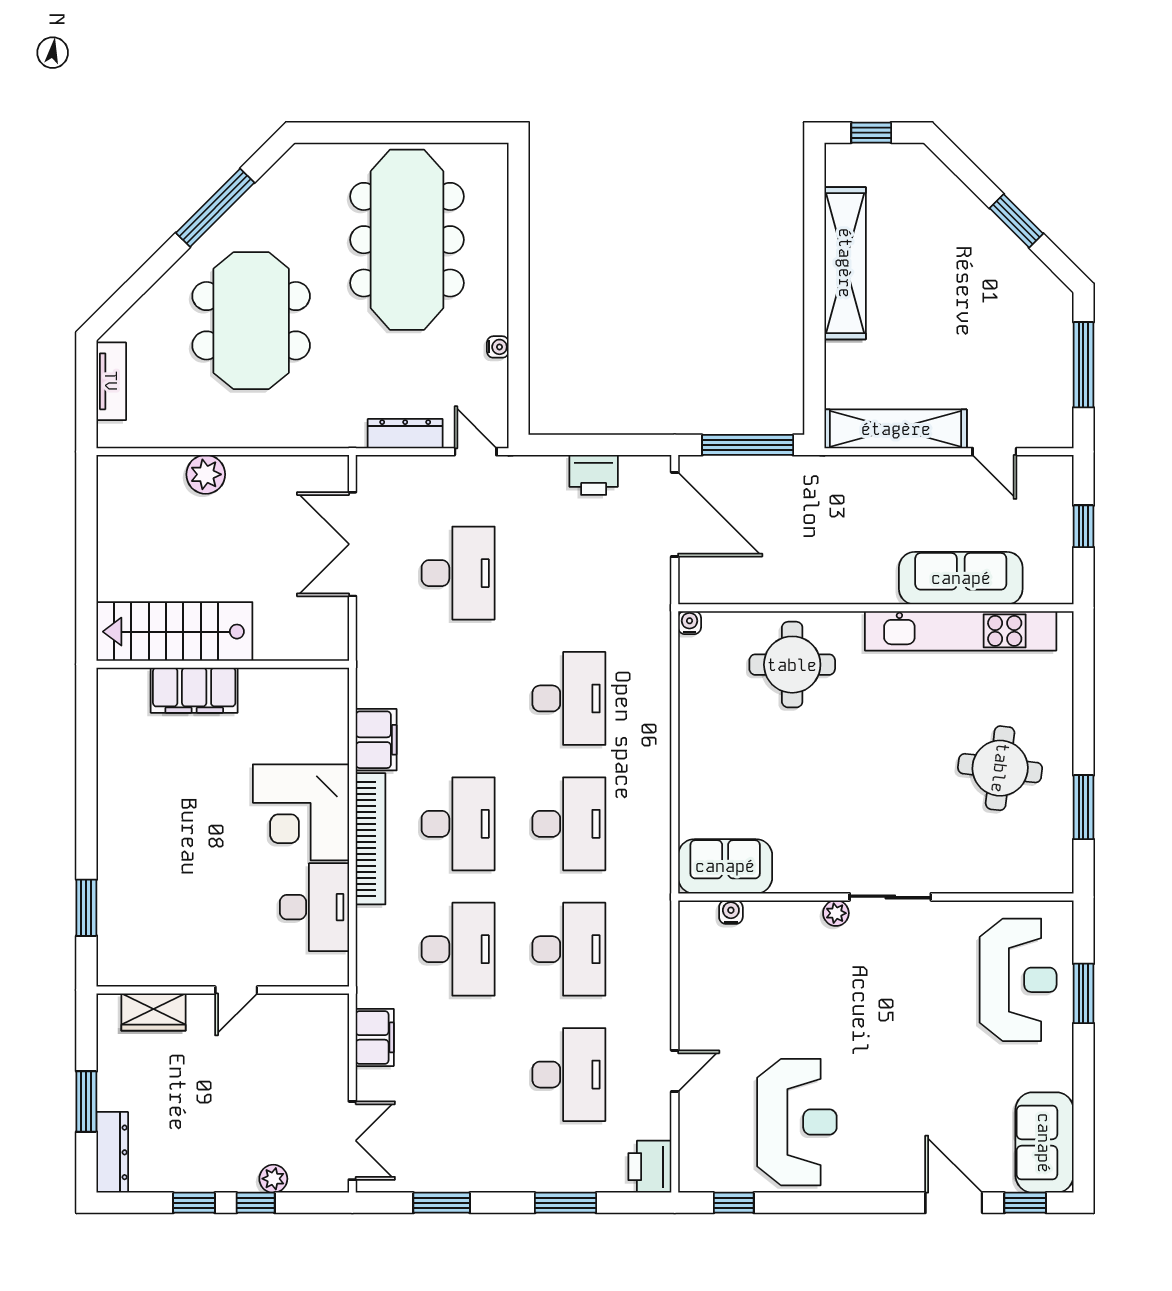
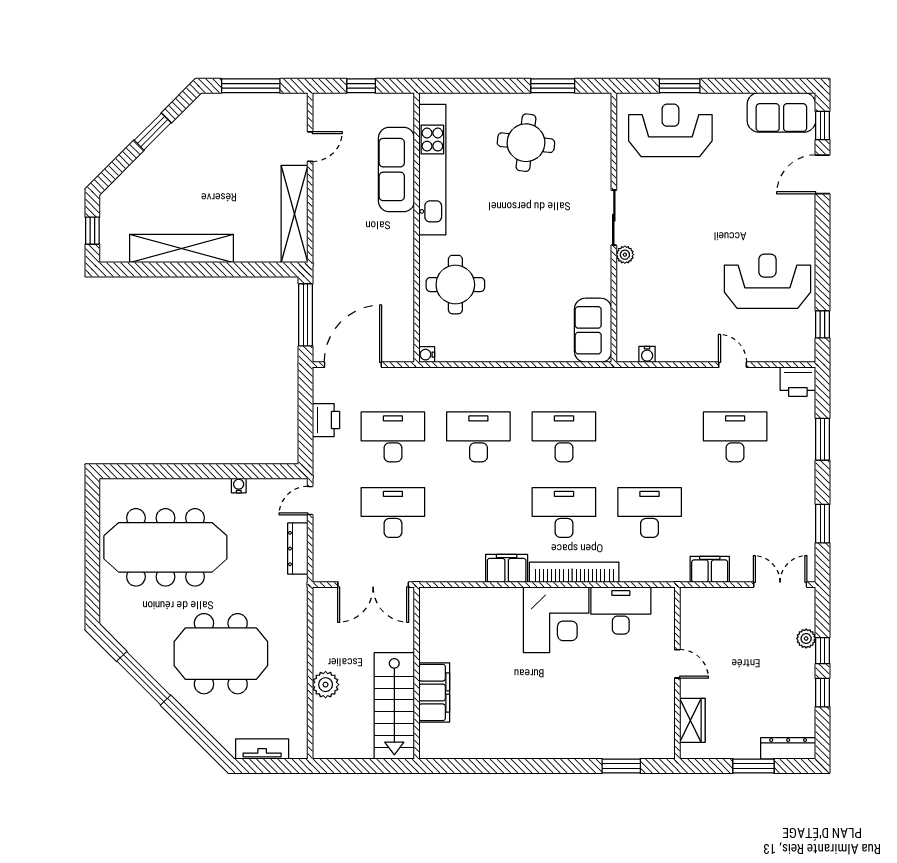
stairs: (174, 632) -> (394, 706), moved
wall: (223, 664) -> (417, 673), moved
filing cabinet: (194, 690) -> (434, 692), moved
water cooler: (731, 912) -> (647, 354), moved, turned -90
desk: (569, 949) -> (393, 437), moved

